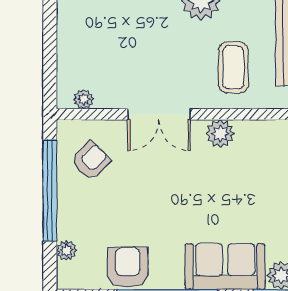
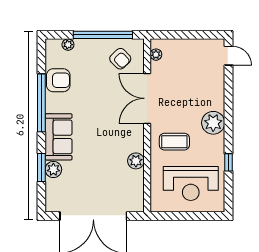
double door: (159, 114) -> (147, 98), width x1.37
plant: (220, 134) -> (136, 161), moved

